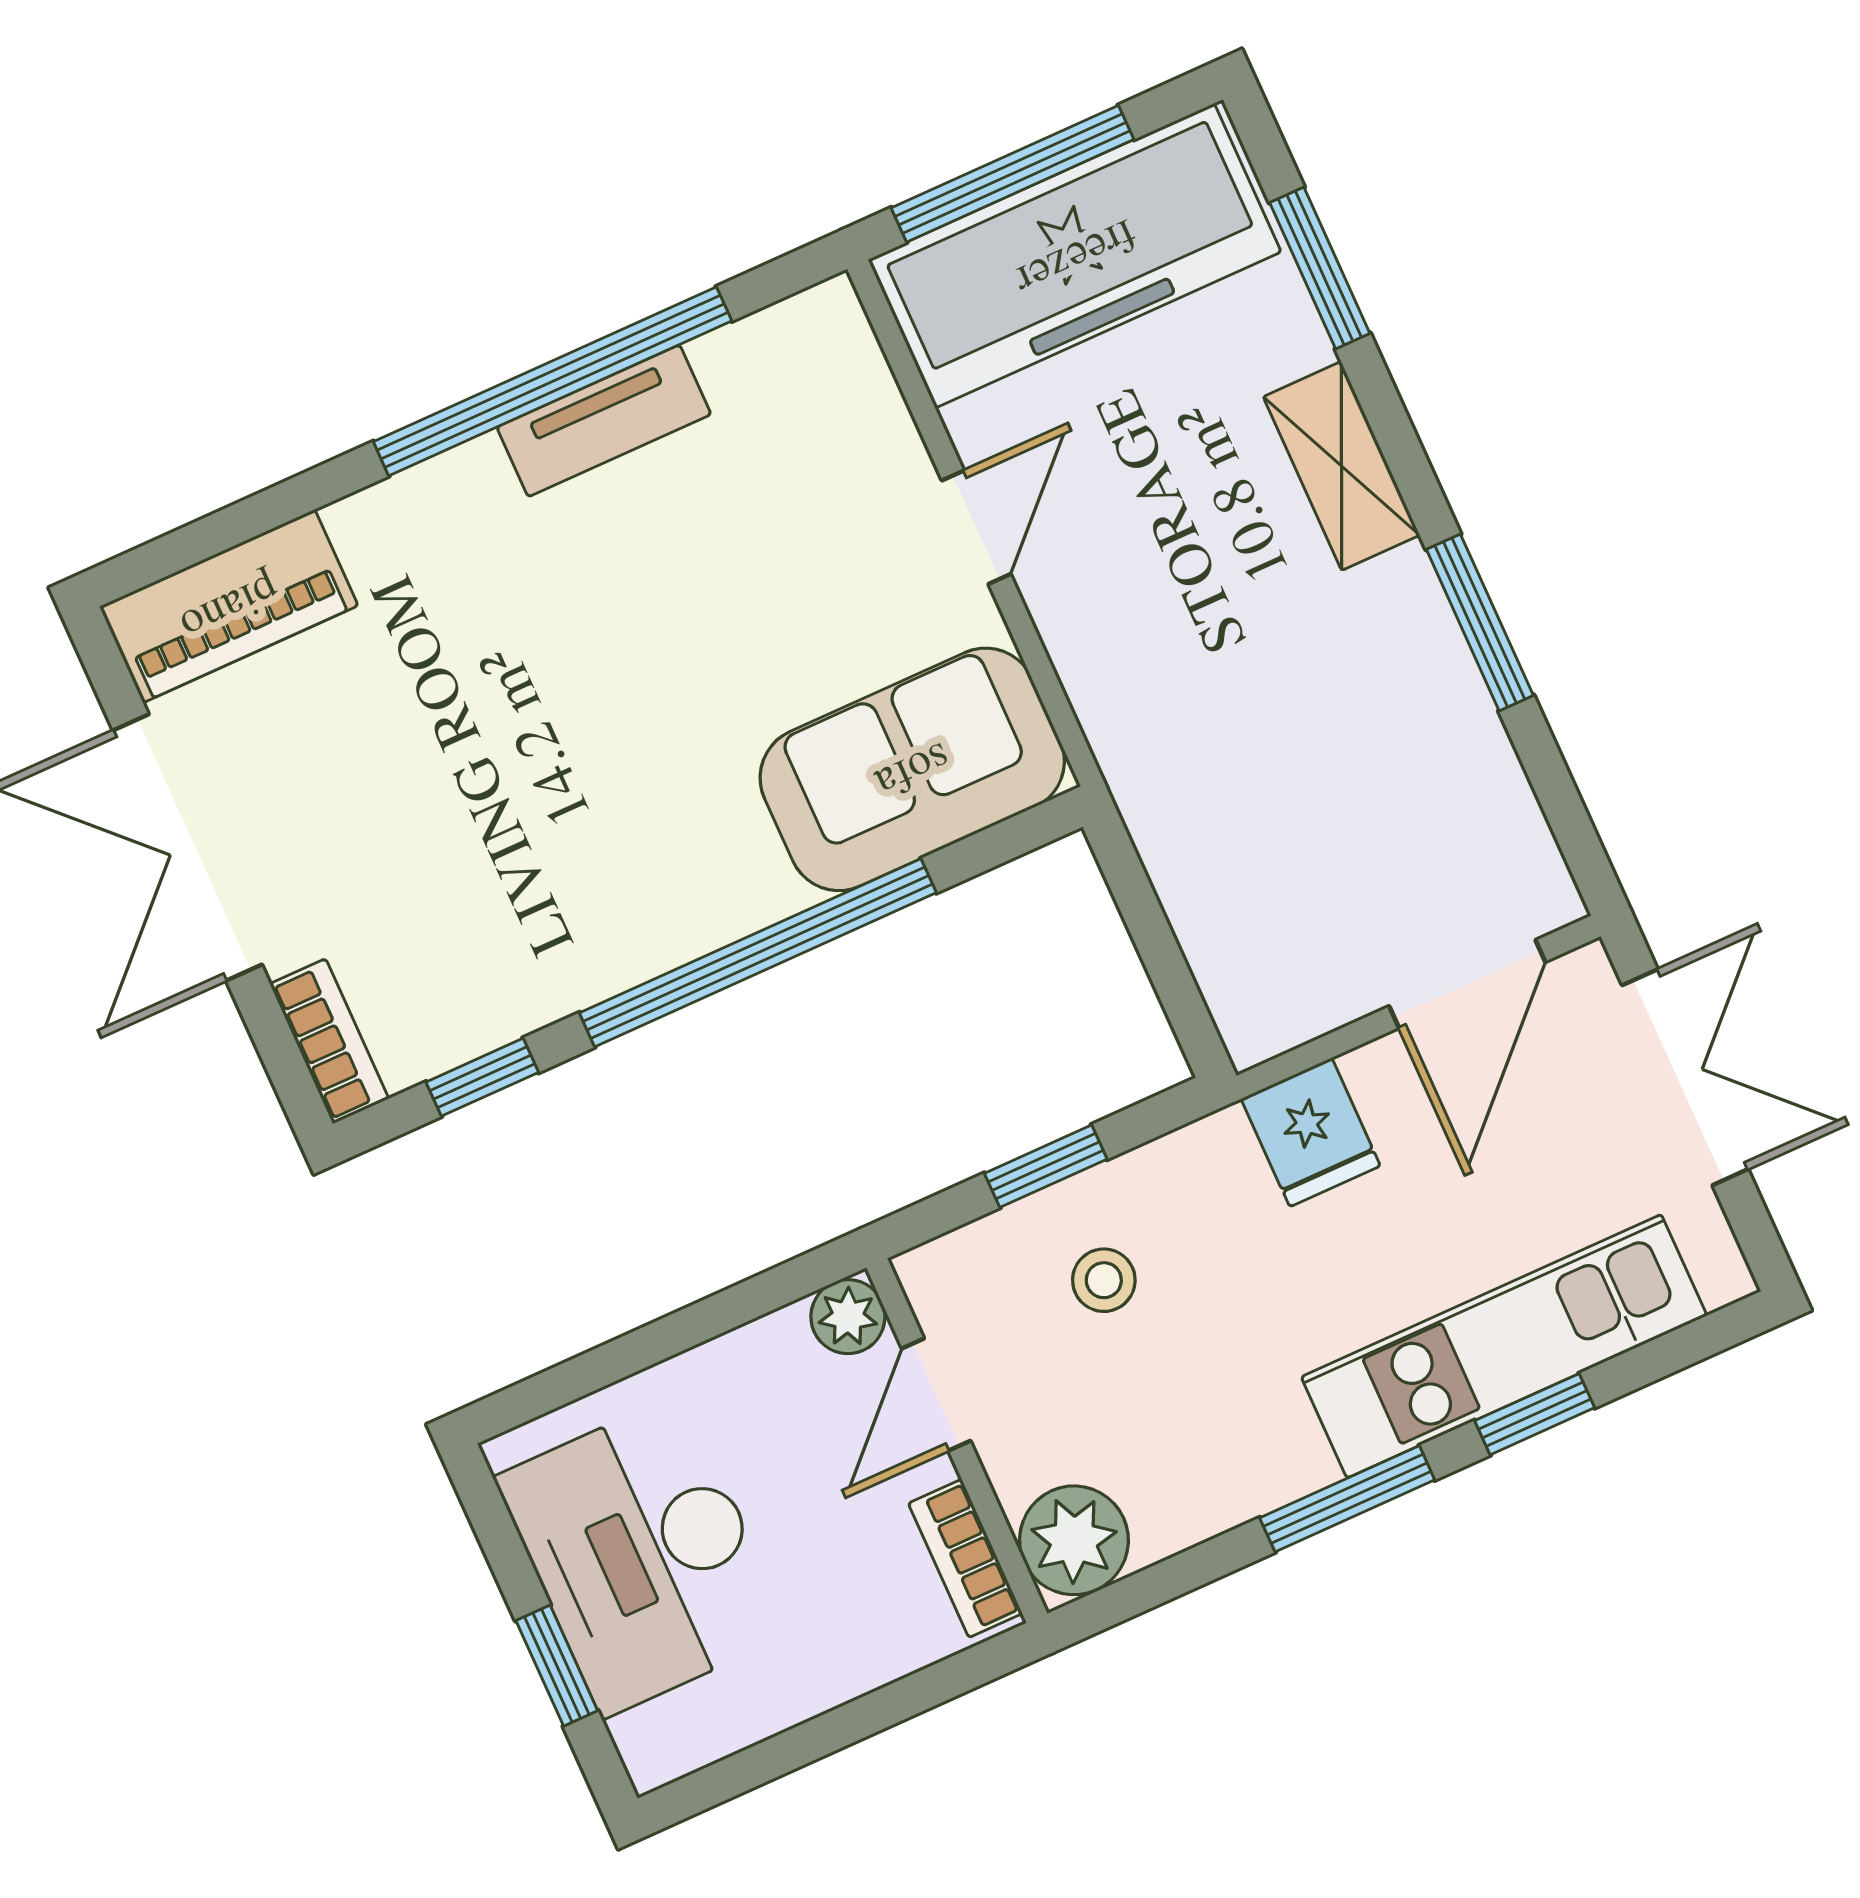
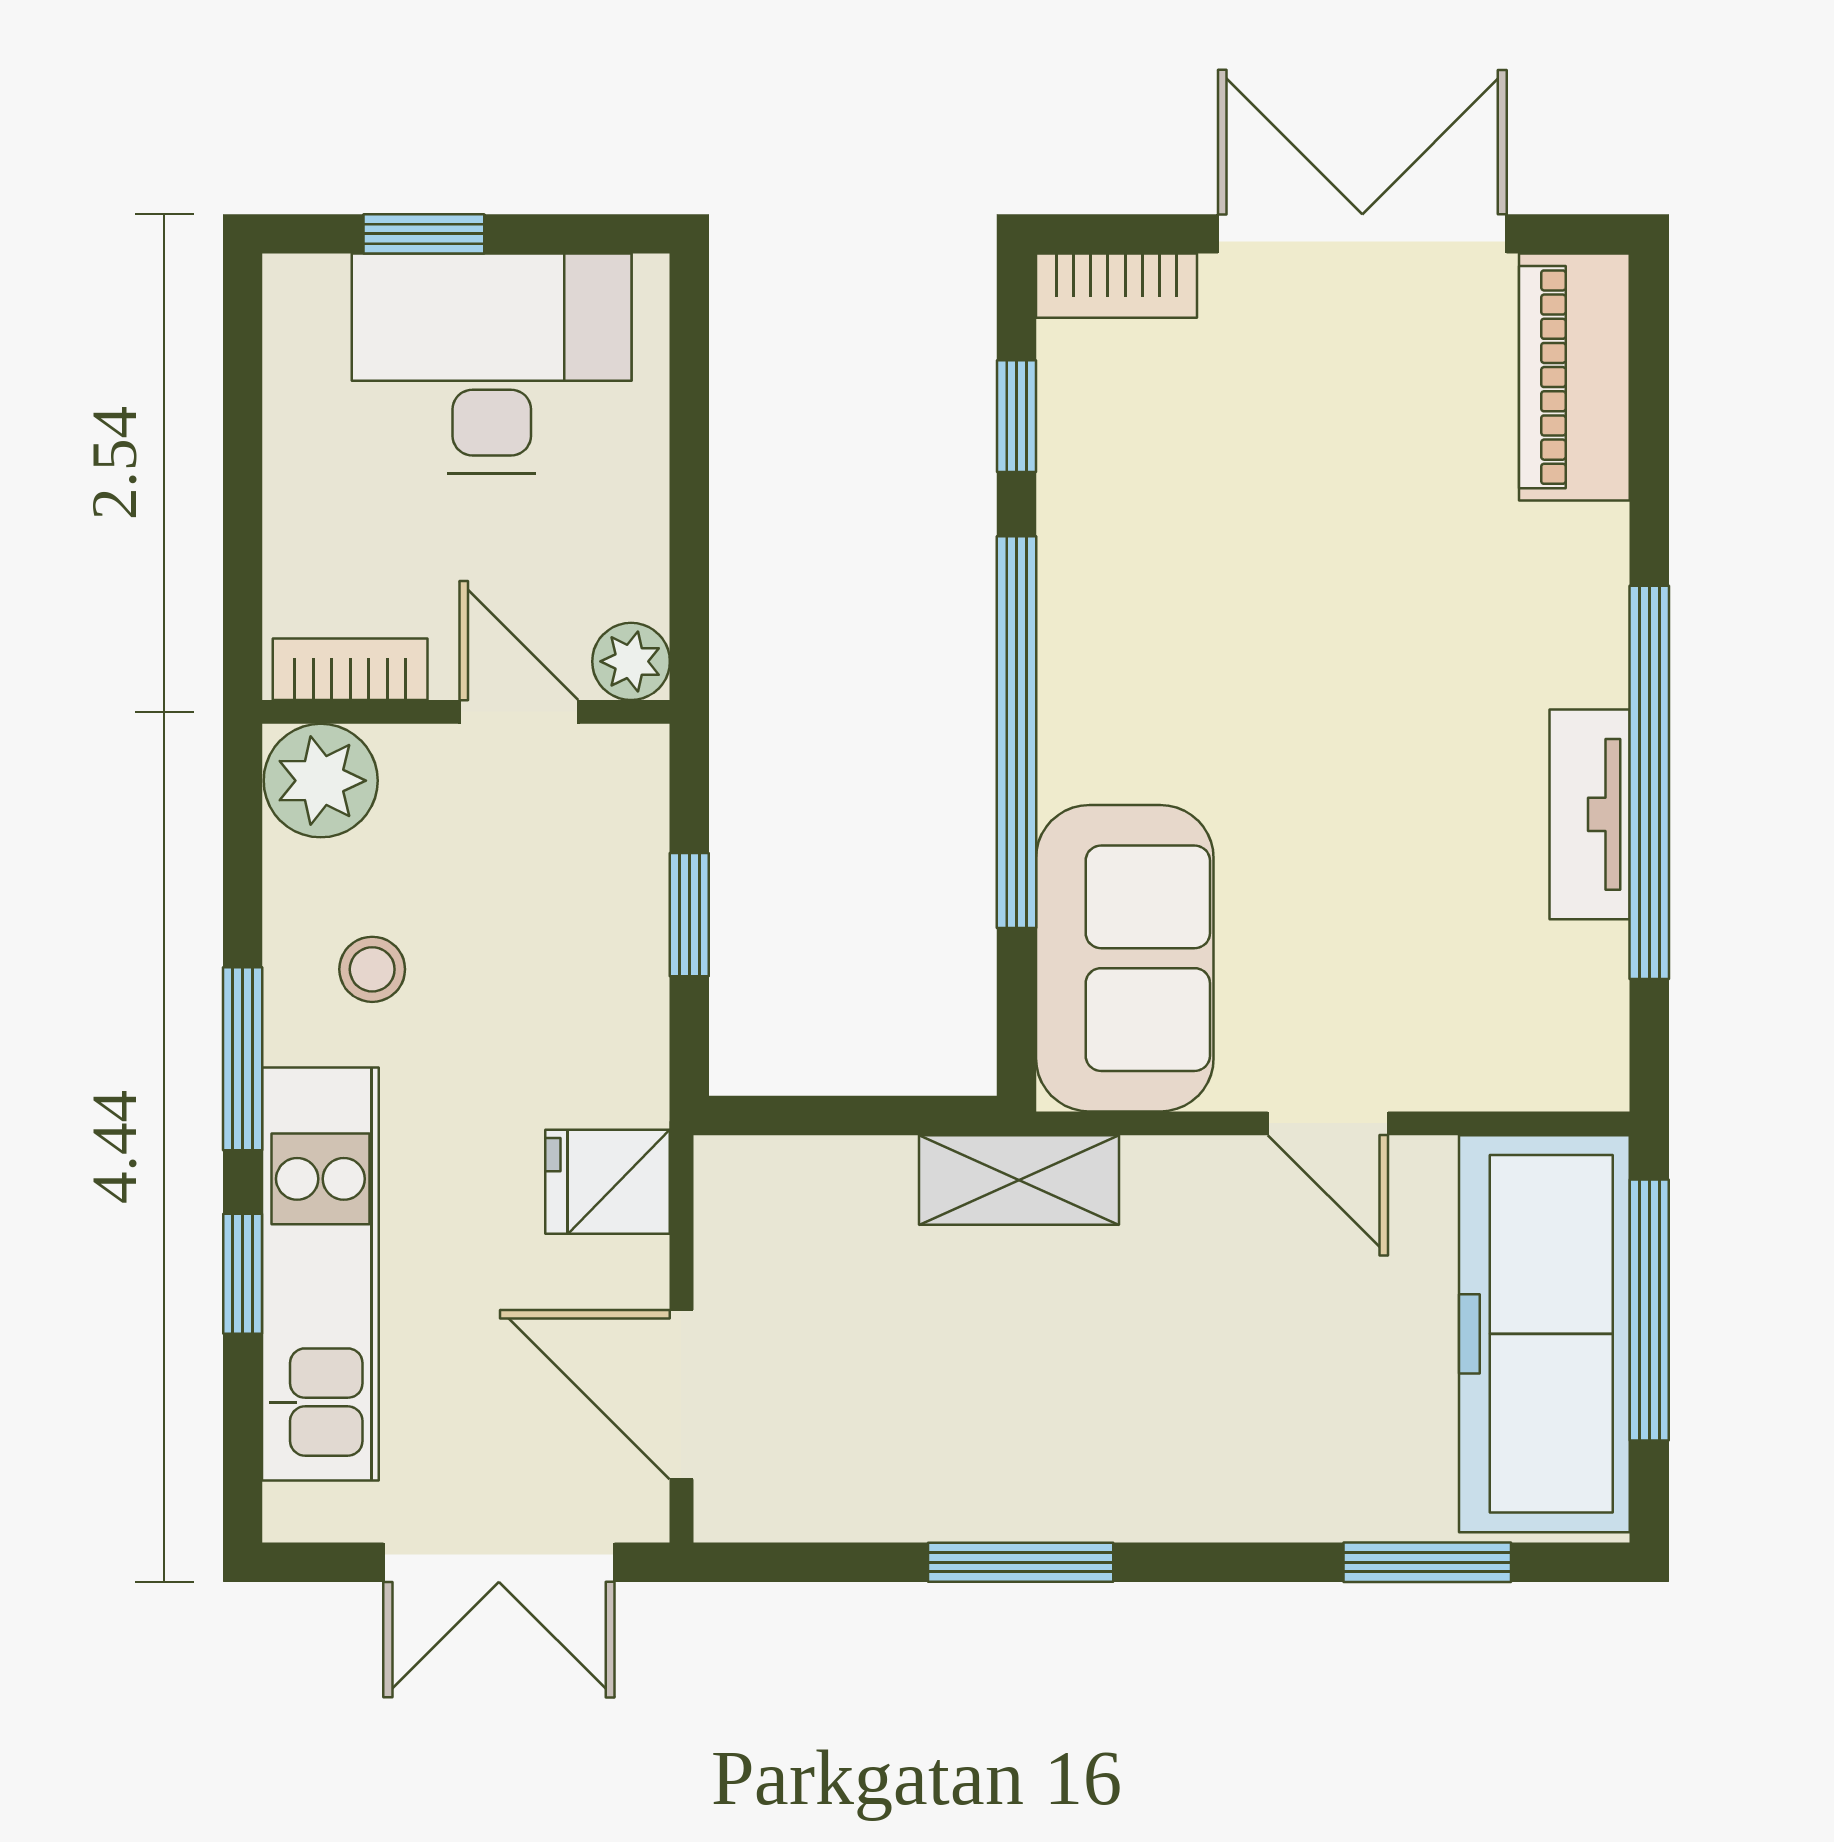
shelving: (1341, 466) -> (1019, 1180), moved
stool: (1104, 1280) -> (372, 969), moved

